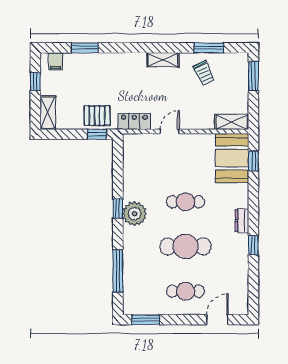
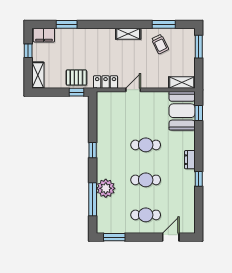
filing cabinet: (56, 61) -> (44, 35), width x2.00
plant: (134, 214) -> (106, 188), moved
cafe table: (186, 246) -> (146, 180), width x0.73, depth x0.74

